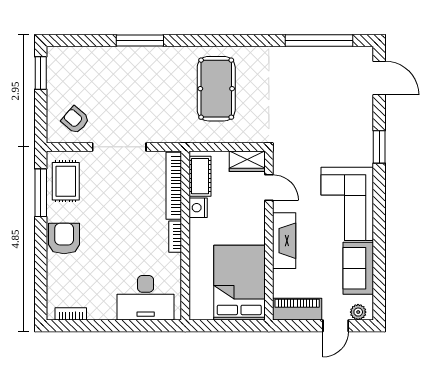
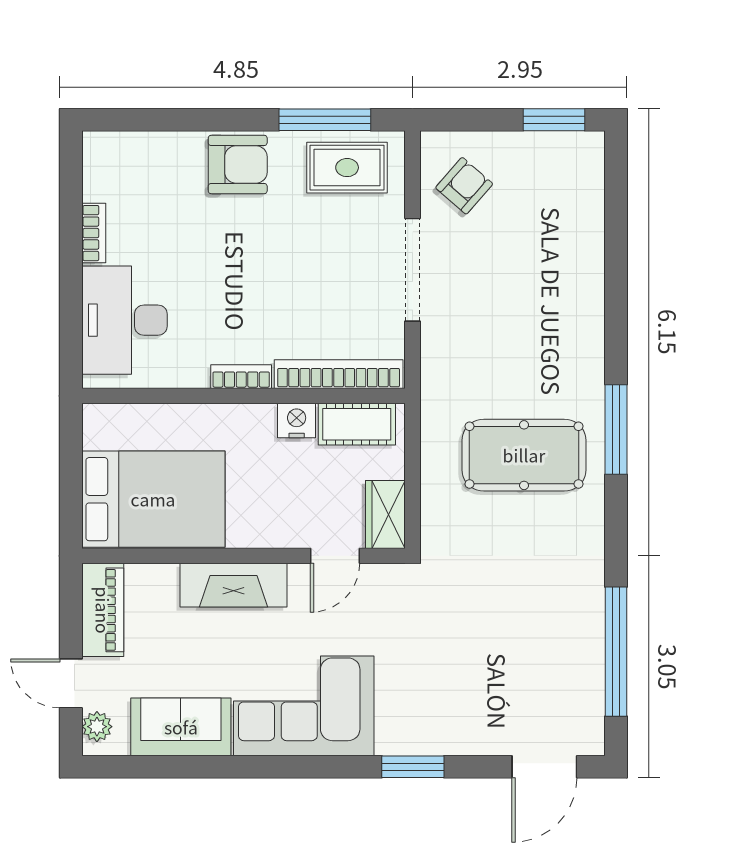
window: (140, 41) -> (616, 430), moved
bookcase: (71, 314) -> (94, 233), moved

